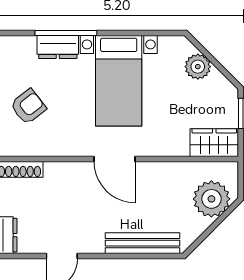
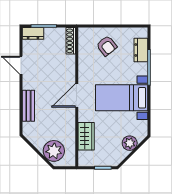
dresser: (58, 47) -> (141, 50), moved
wardrobe: (214, 143) -> (86, 136), moved
bench: (143, 243) -> (28, 106), width x0.73

